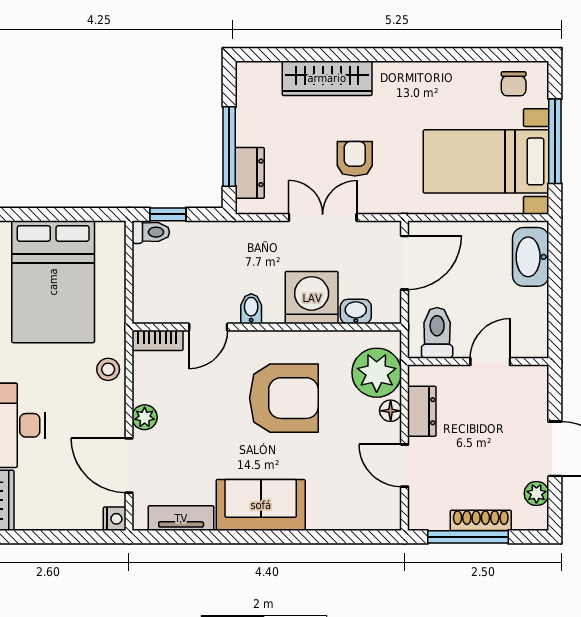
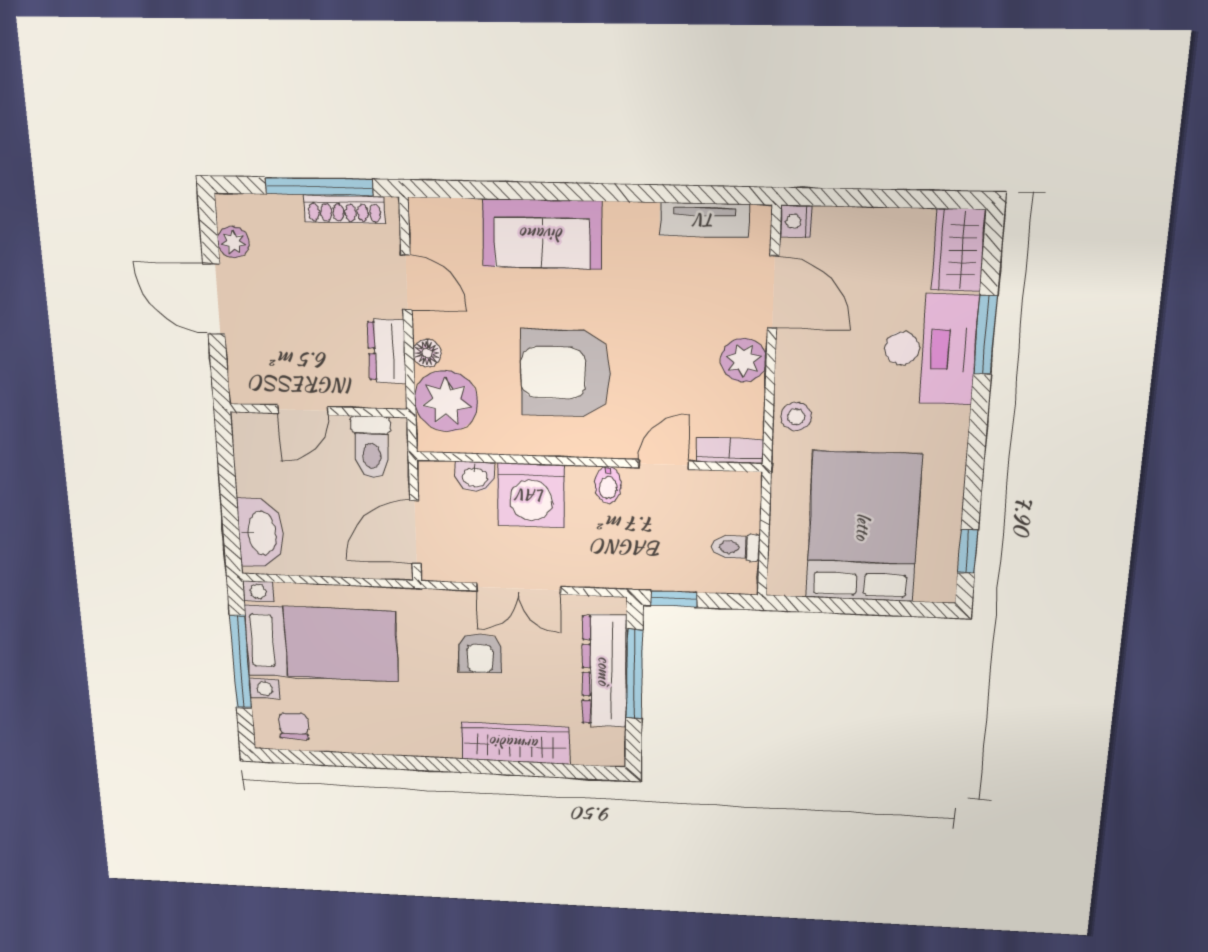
dresser: (250, 173) -> (604, 671), width x1.96, depth x1.24
window: (168, 214) -> (674, 599), moved
toilet: (151, 232) -> (736, 547), moved
plant: (145, 417) -> (744, 360), width x1.38, depth x1.38
sofa: (261, 505) -> (542, 234), moved
shoe rack: (481, 520) -> (344, 209), moved

